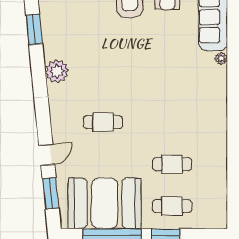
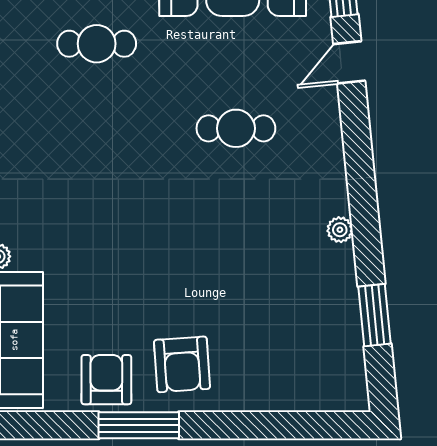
plant: (57, 71) -> (340, 230), width x0.53, depth x0.53

